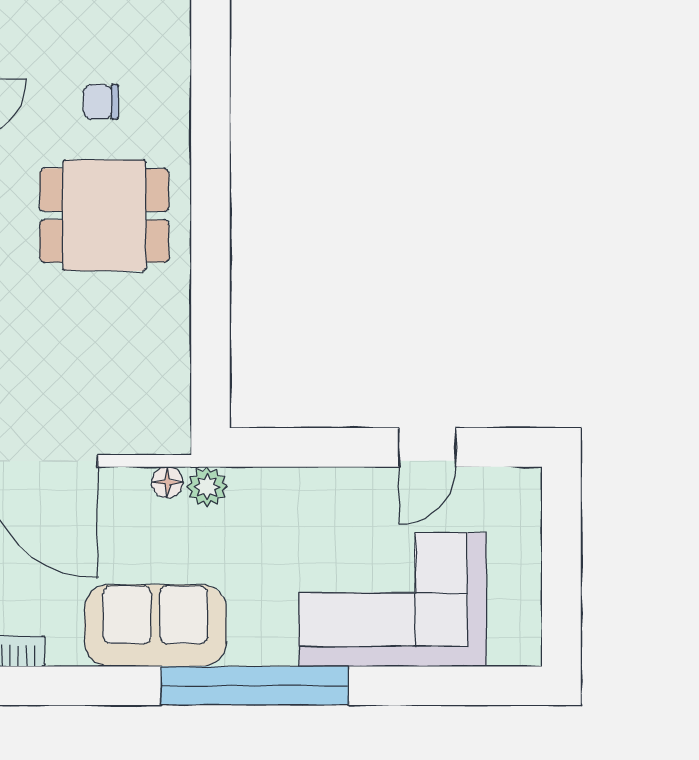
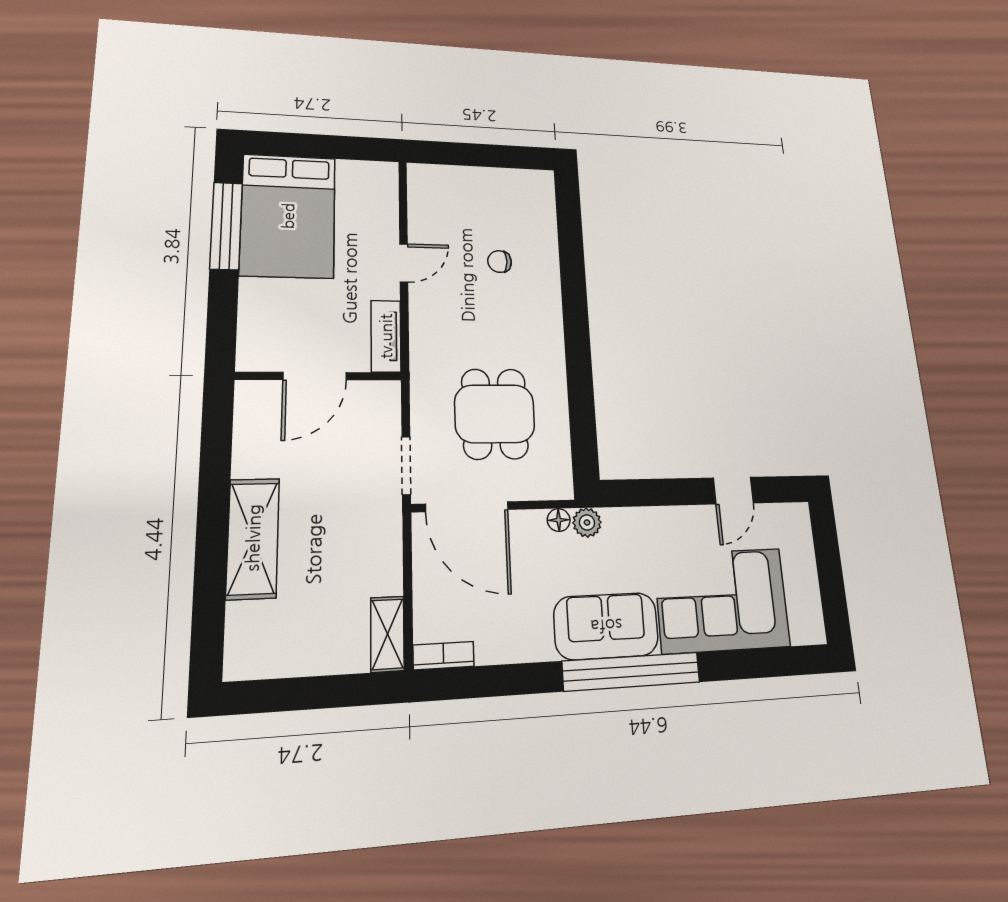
dining table: (104, 215) -> (495, 414), moved, turned 90
sofa: (155, 626) -> (606, 626), moved

